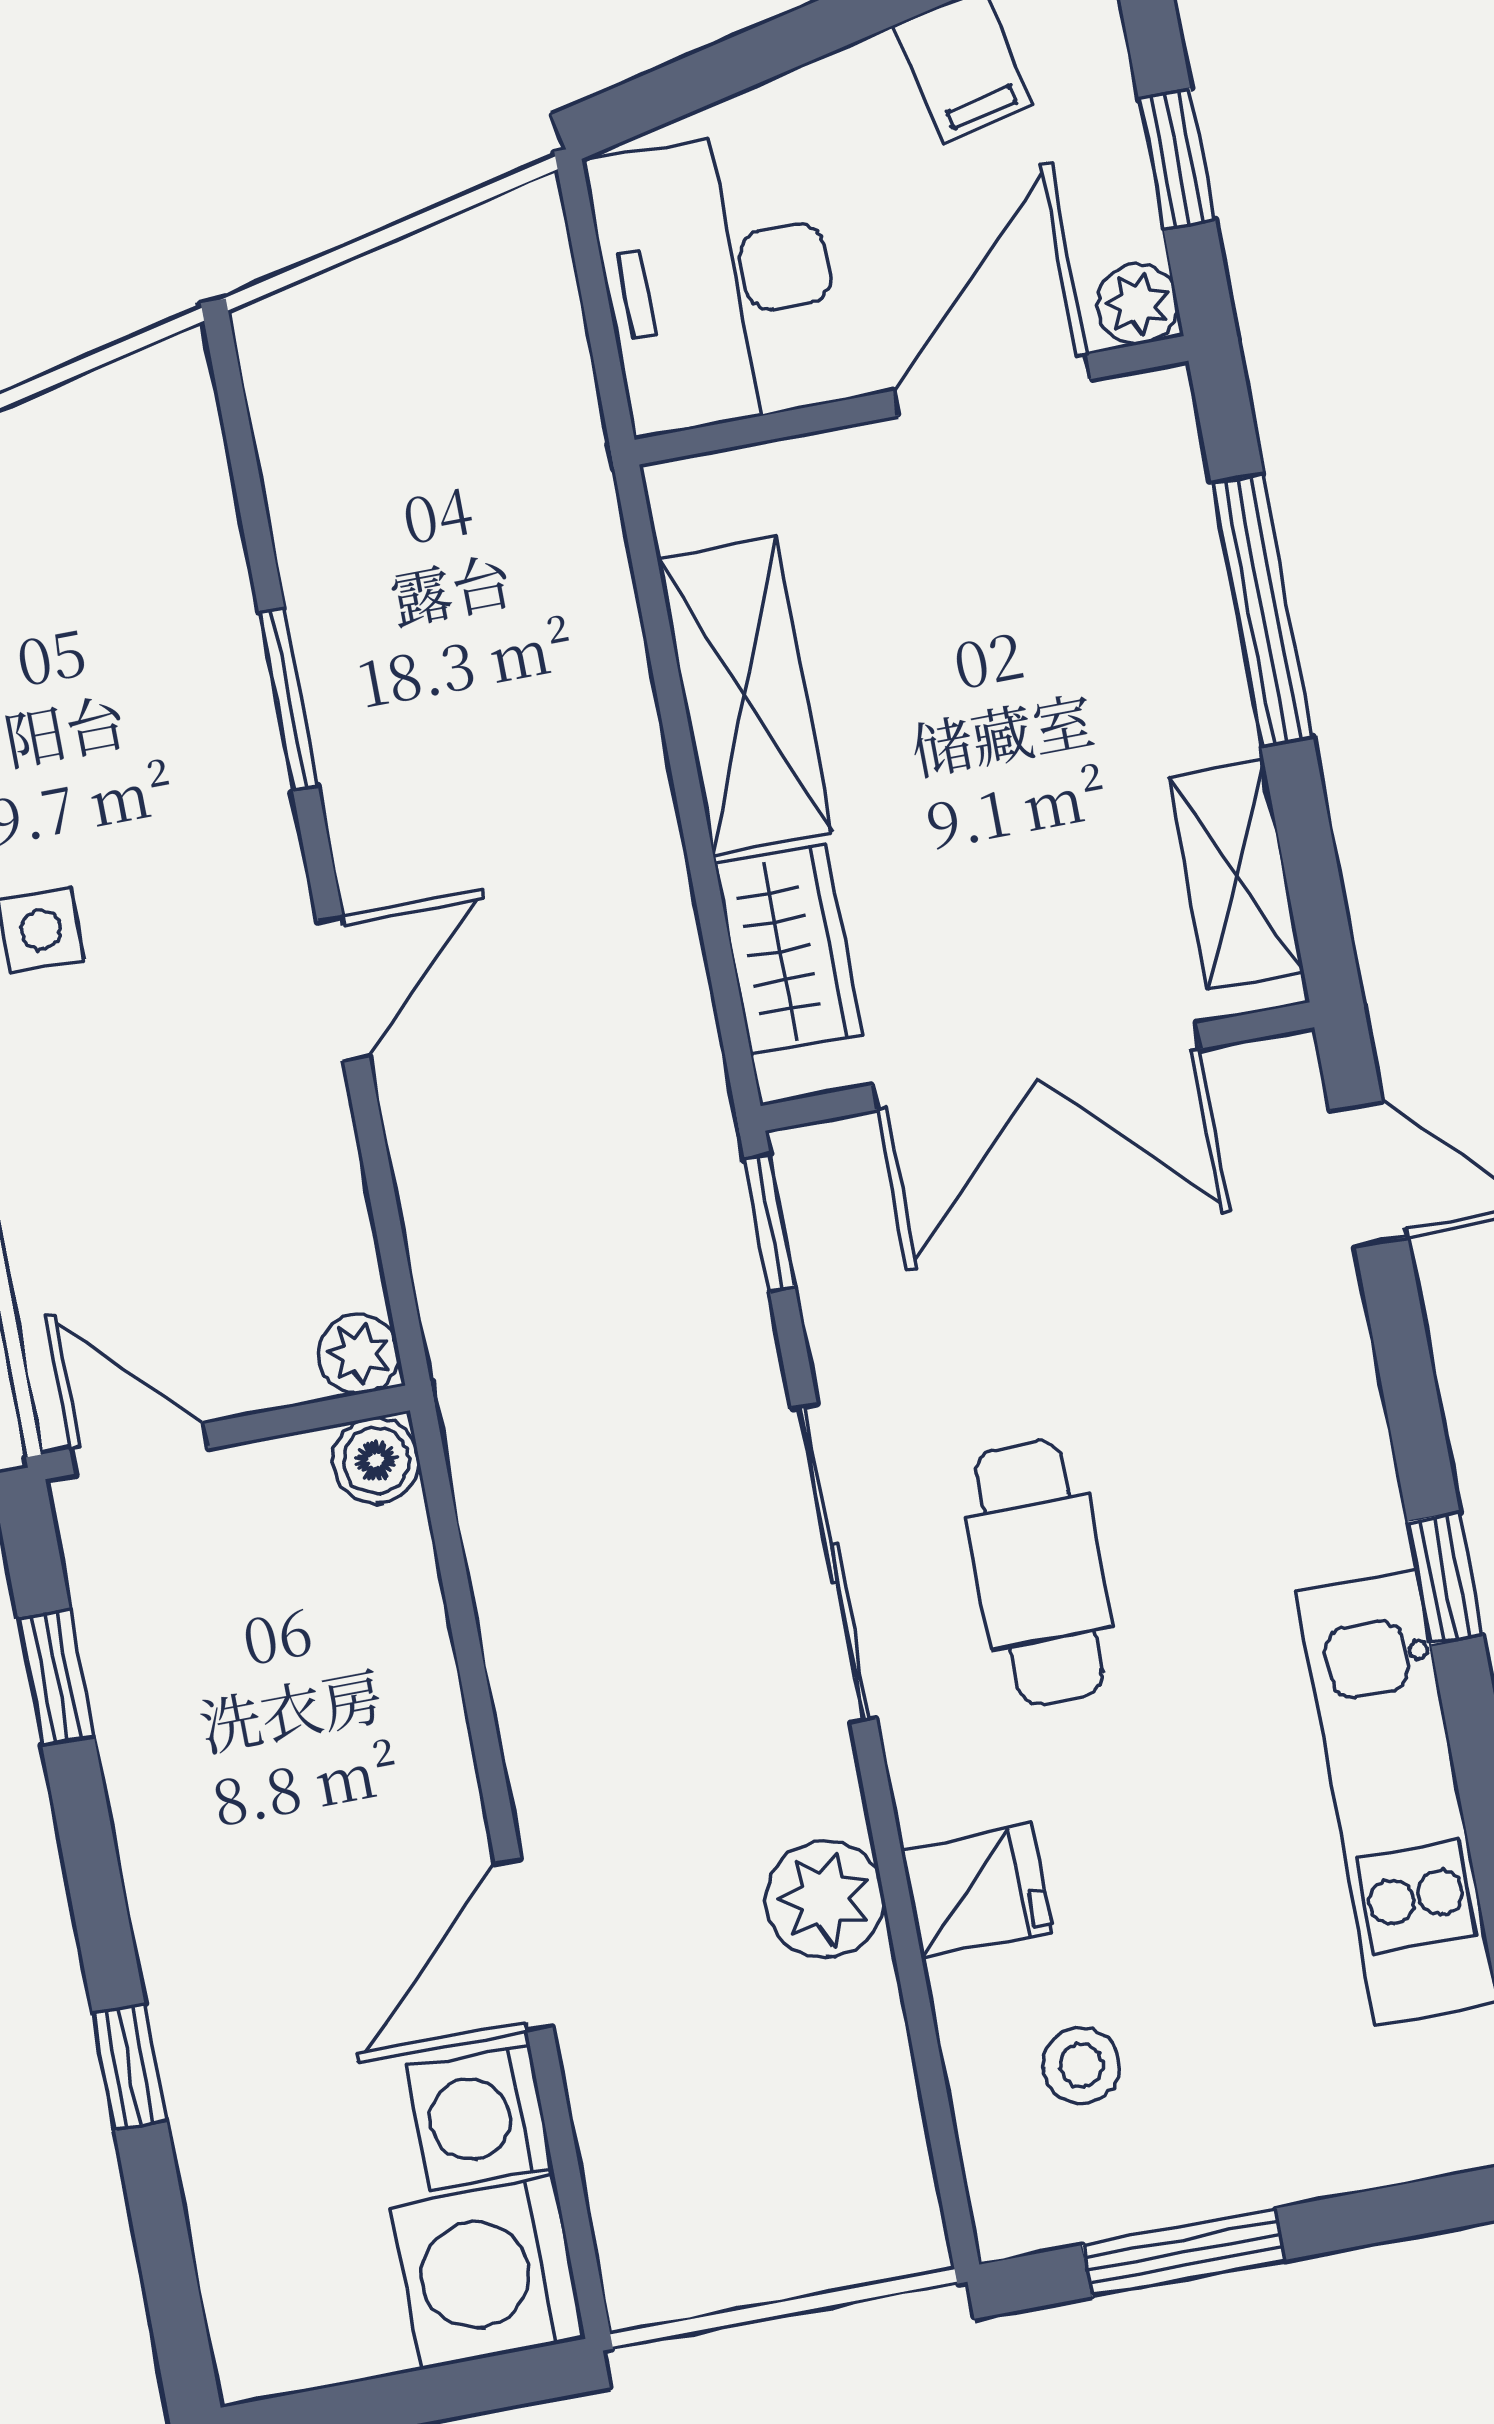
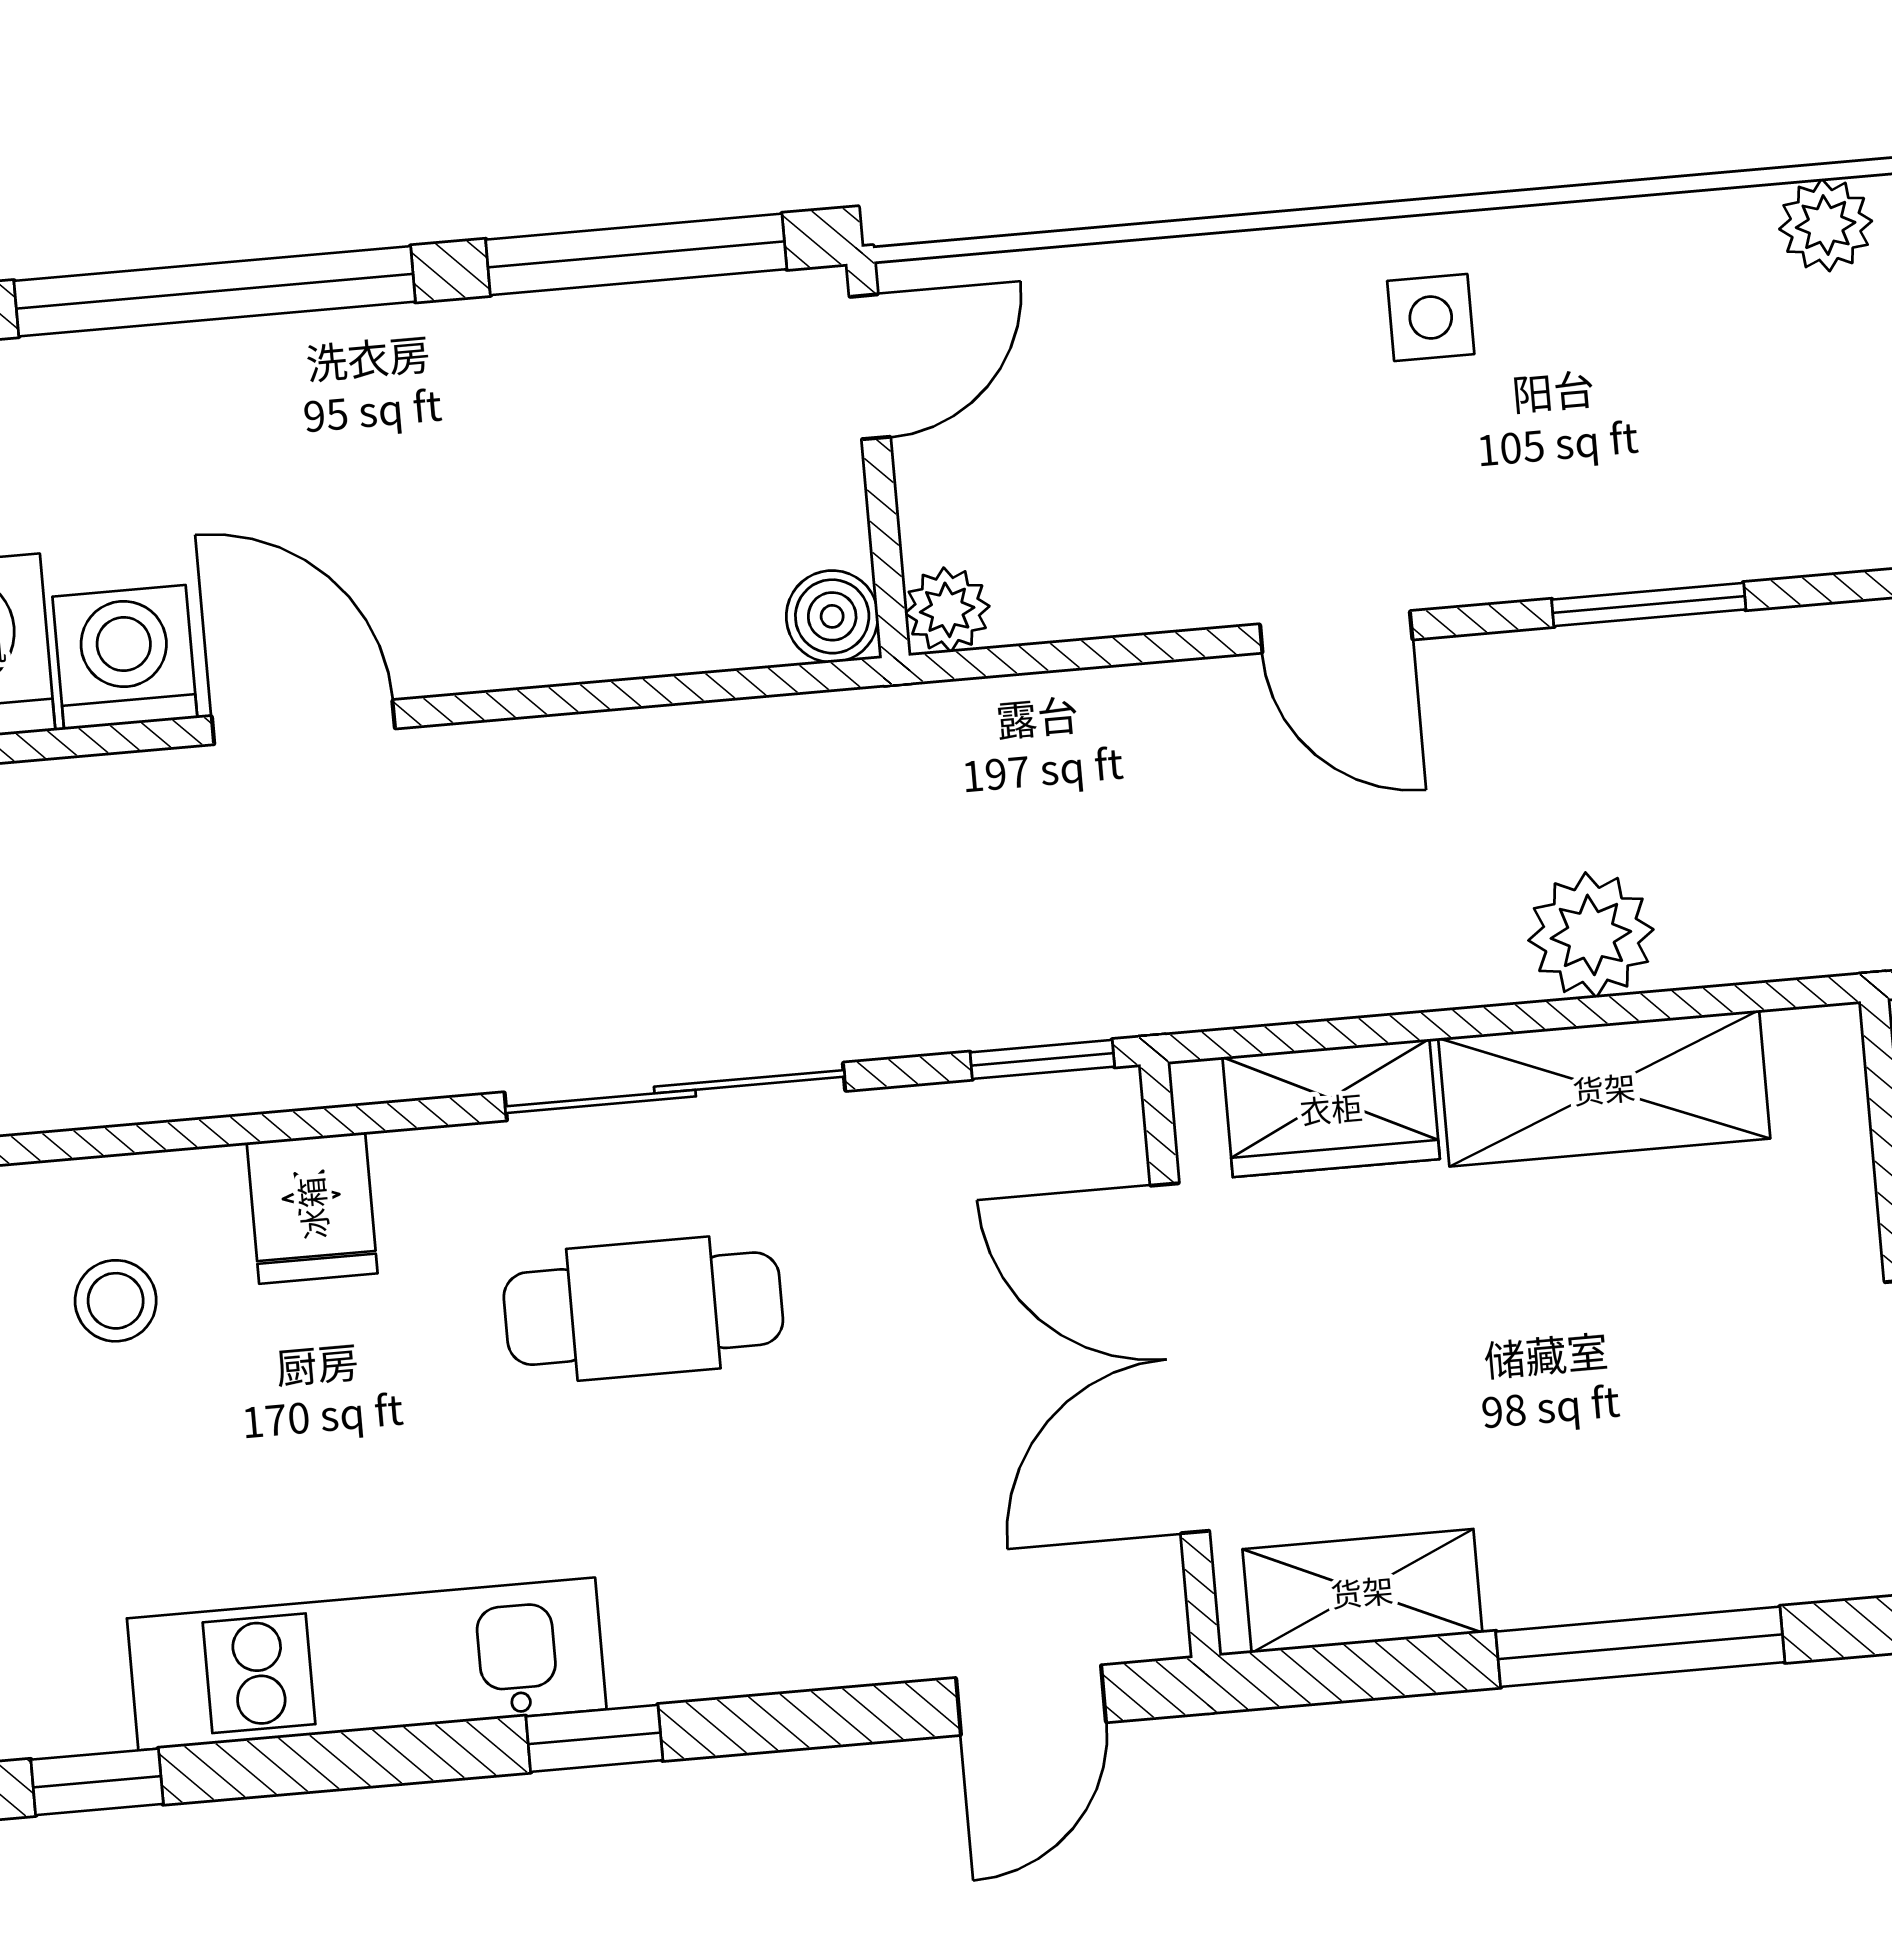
window: (56, 1677) -> (636, 254), width x2.17
plant: (825, 1899) -> (1591, 935), moved
window: (130, 2067) -> (215, 291), width x3.17

